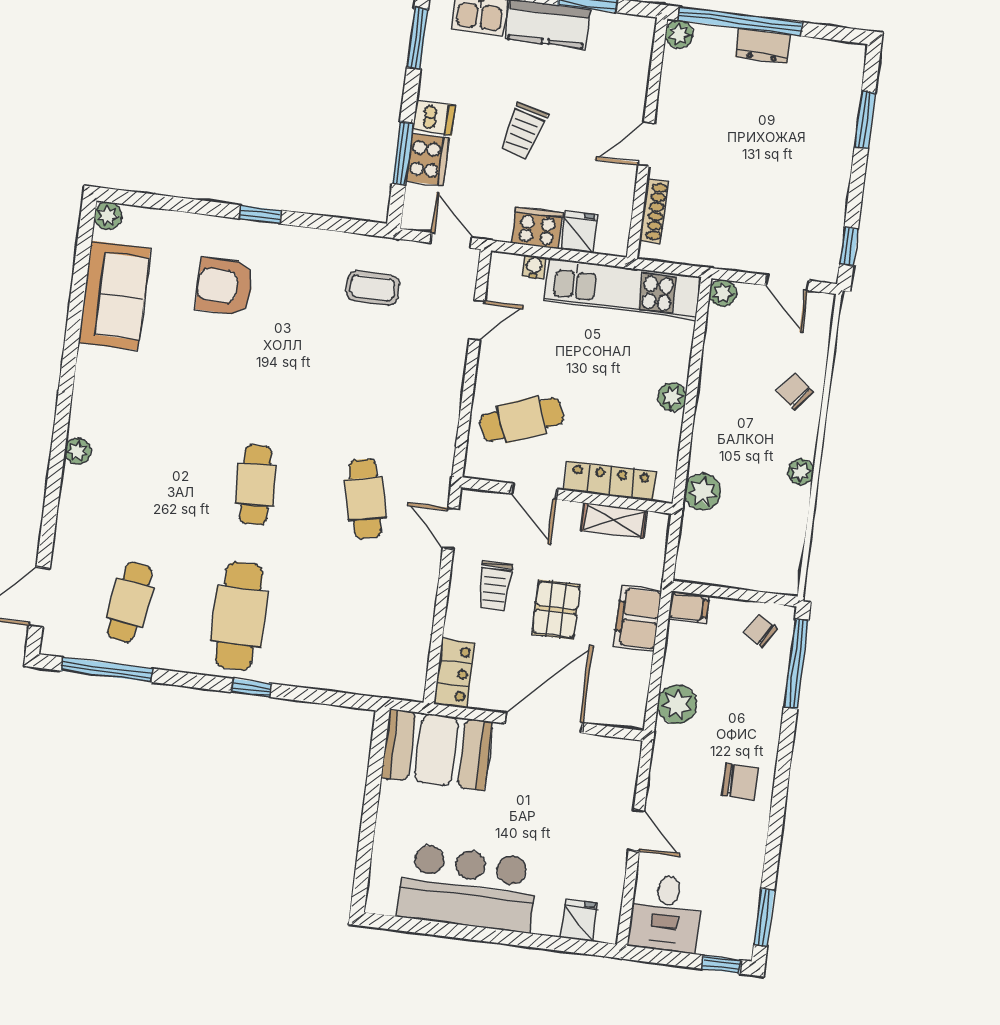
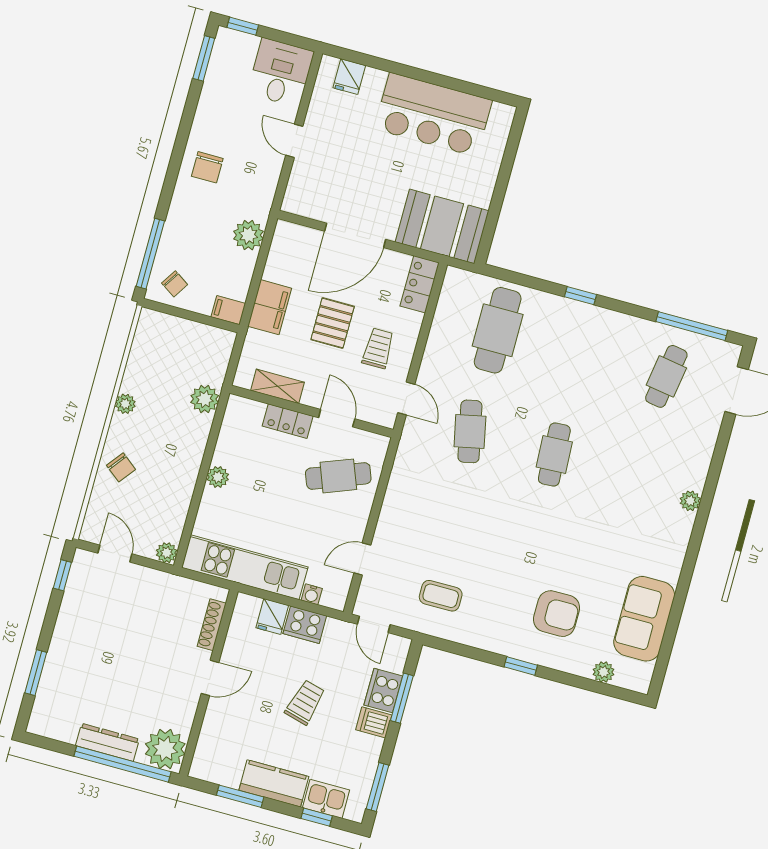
plant: (679, 34) -> (165, 749), width x1.87, depth x1.87
dresser: (763, 46) -> (107, 742), width x1.44
plant: (108, 216) -> (604, 672), moved
locker: (610, 481) -> (288, 421), width x0.66
cafe table: (239, 616) -> (498, 330), moved
chair: (740, 782) -> (207, 167), turned -90

